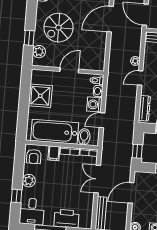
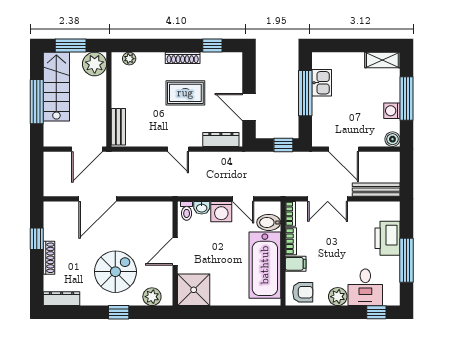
door: (110, 19) -> (97, 199), hinge flipped
spiral stairs: (58, 28) -> (115, 272), turned -90
window: (29, 38) -> (119, 312), moved
plant: (135, 61) -> (154, 158), removed
door: (69, 70) -> (175, 251), hinge flipped
shower: (40, 96) -> (194, 290), moved
window: (16, 196) -> (376, 312), moved
desk: (32, 211) -> (365, 287), moved, turned 90

